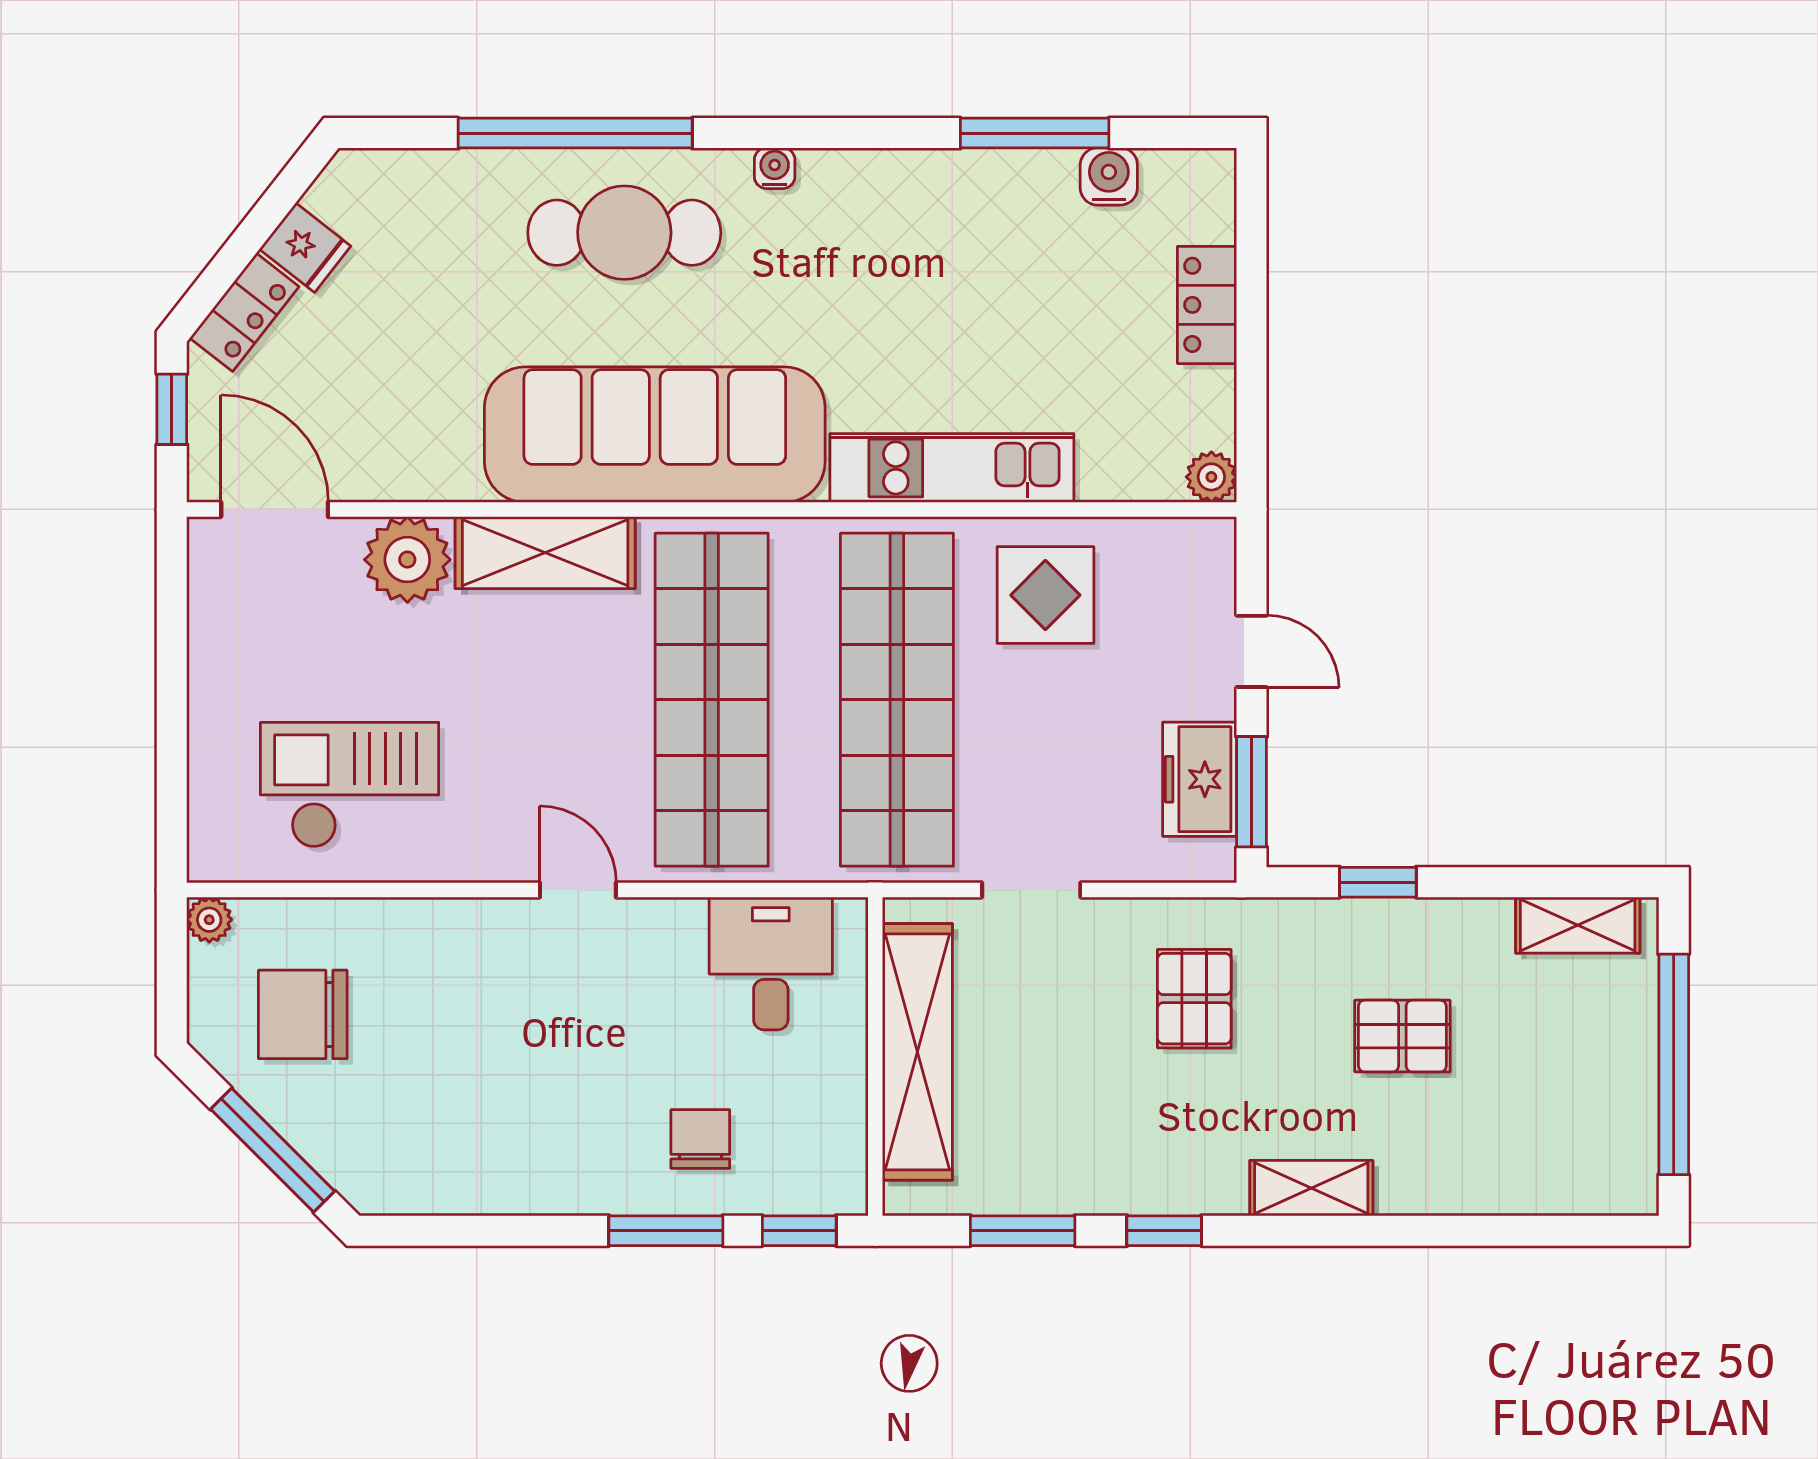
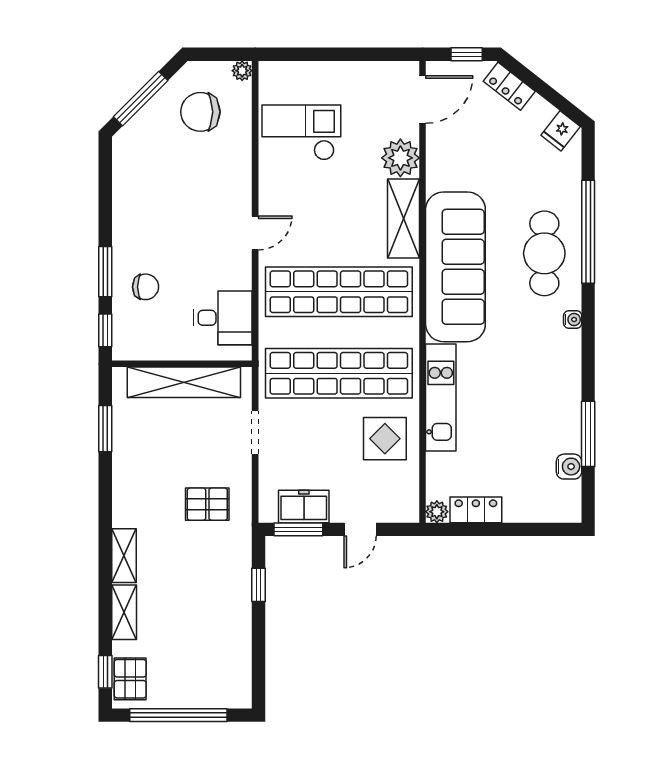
fridge: (305, 248) -> (561, 131), moved
locker: (1207, 305) -> (476, 510), moved
checkout: (350, 785) -> (301, 132), turned -90
shelving: (1578, 925) -> (124, 612), moved
chair: (303, 1014) -> (200, 112), turned -90
pallet: (1402, 1036) -> (130, 679), moved
window: (1164, 1231) -> (105, 672), moved

